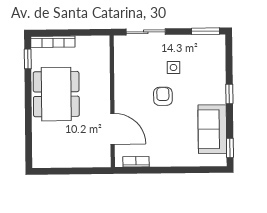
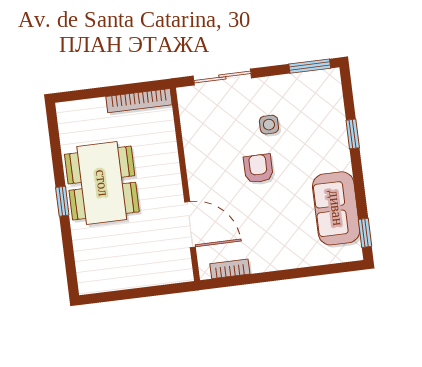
bookcase: (53, 42) -> (139, 101), moved
window: (28, 59) -> (62, 201), moved
window: (229, 94) -> (353, 134), moved

